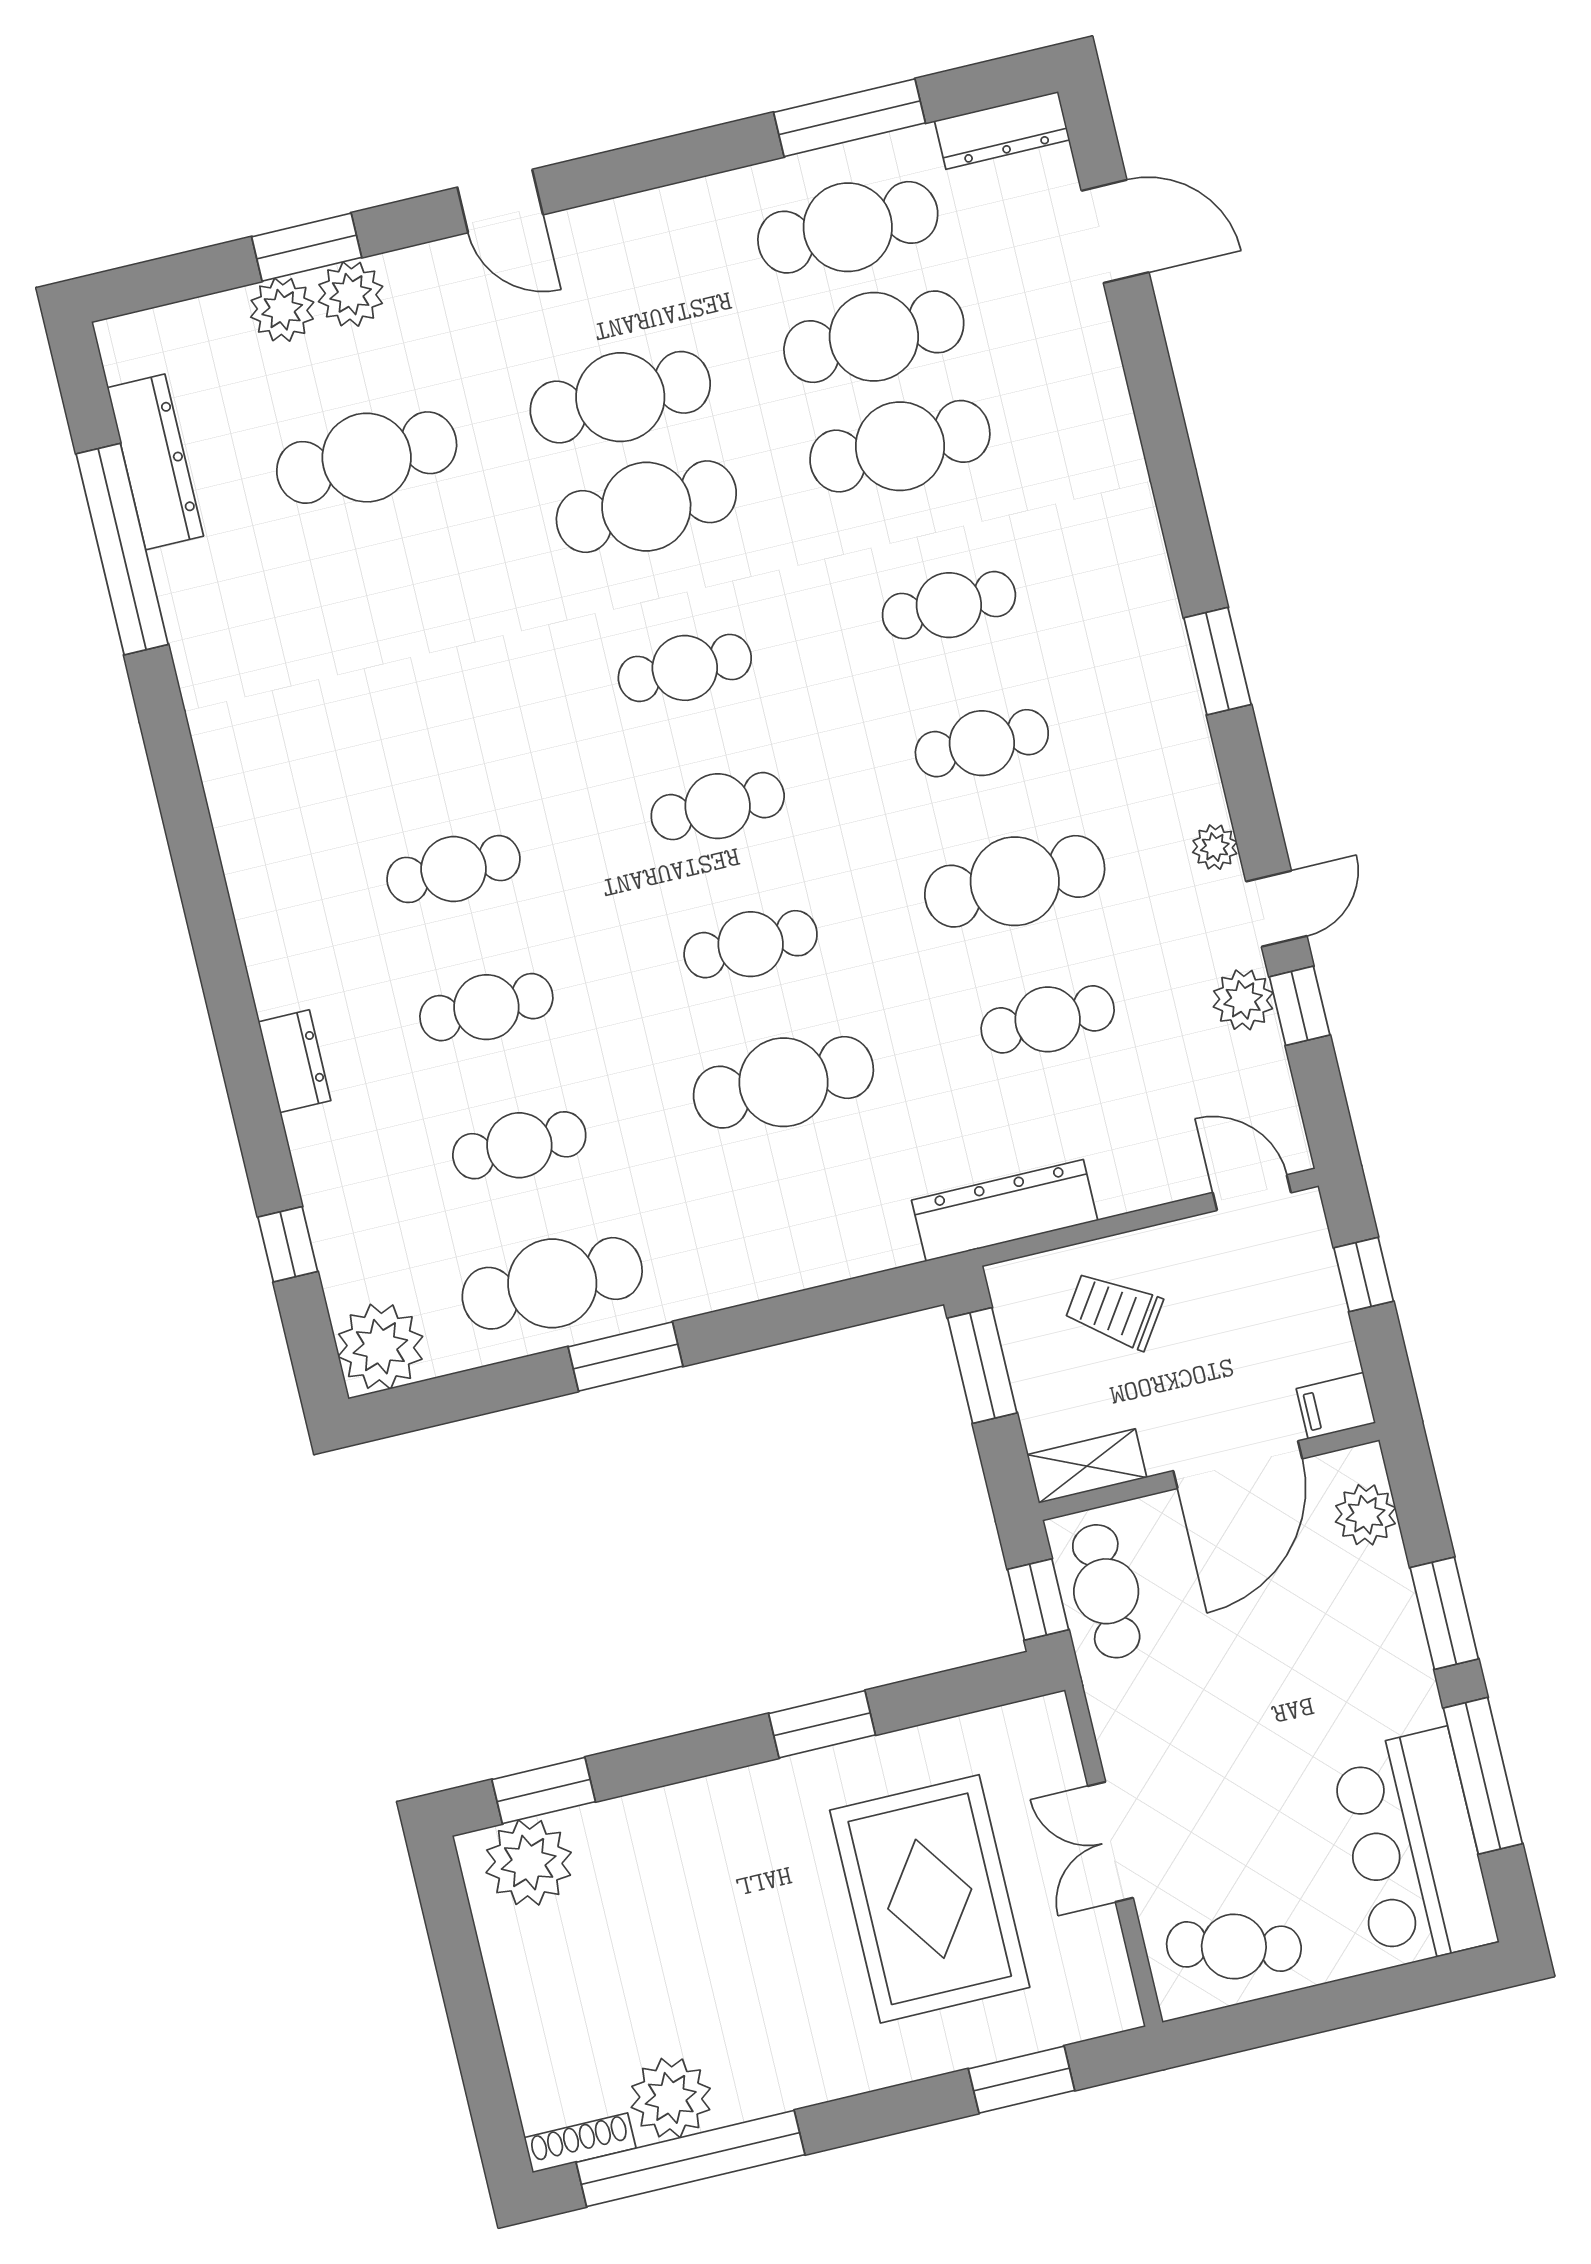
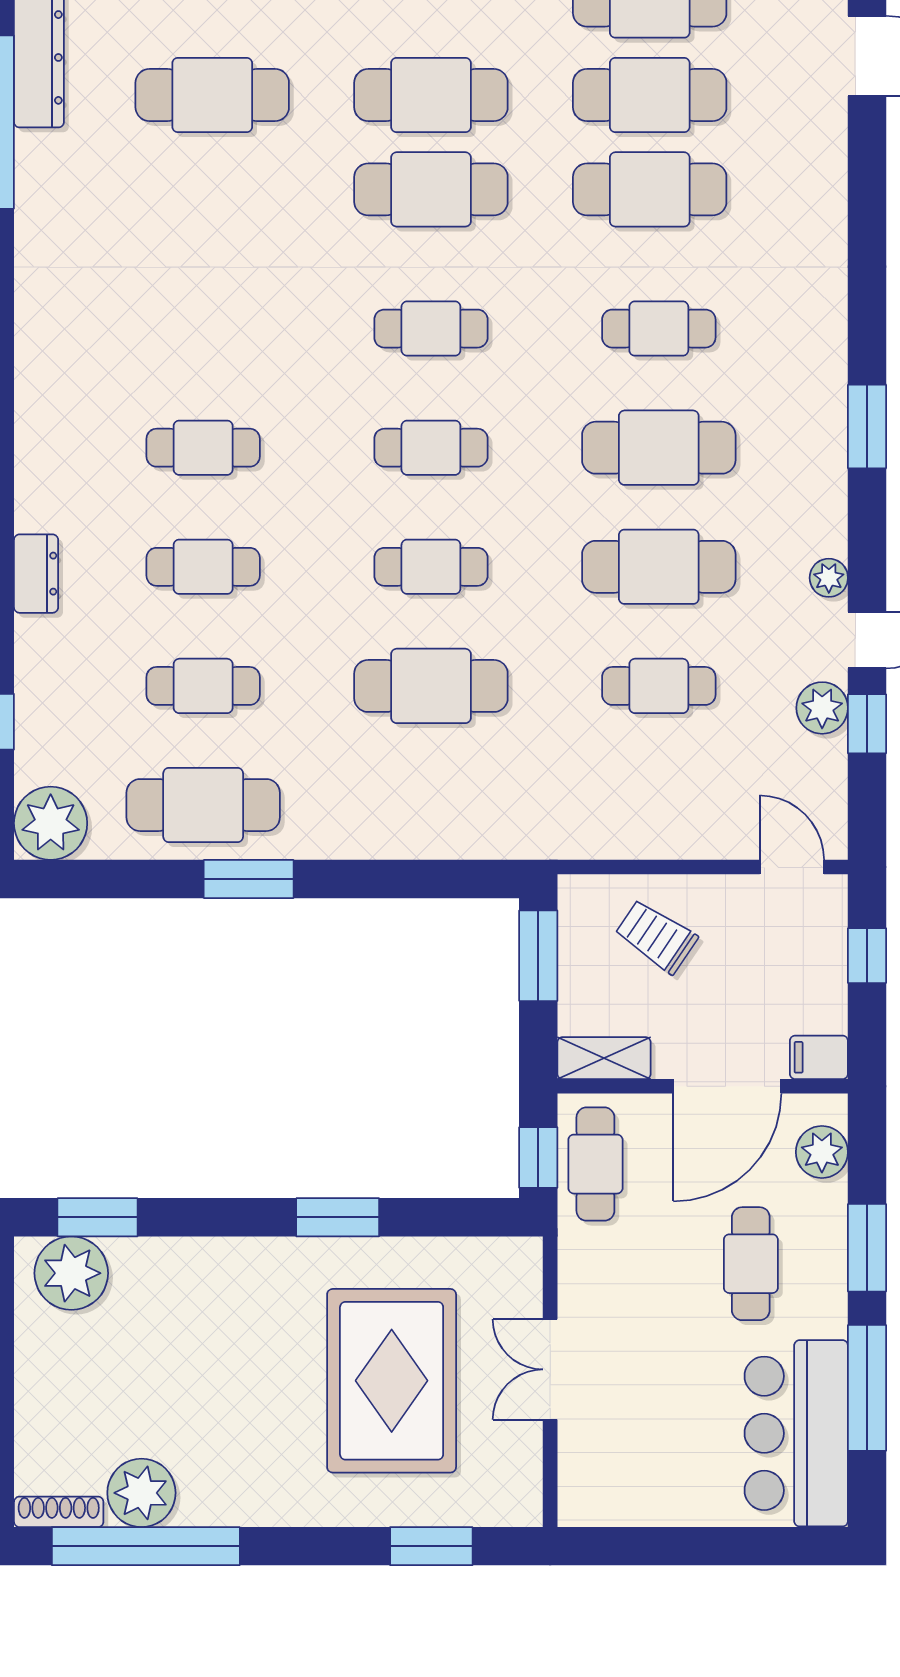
cafe table: (982, 743) -> (659, 448), width x1.37, depth x1.35
dresser: (1005, 1210) -> (587, 833), removed
cafe table: (1234, 1947) -> (751, 1264), moved, turned 74

